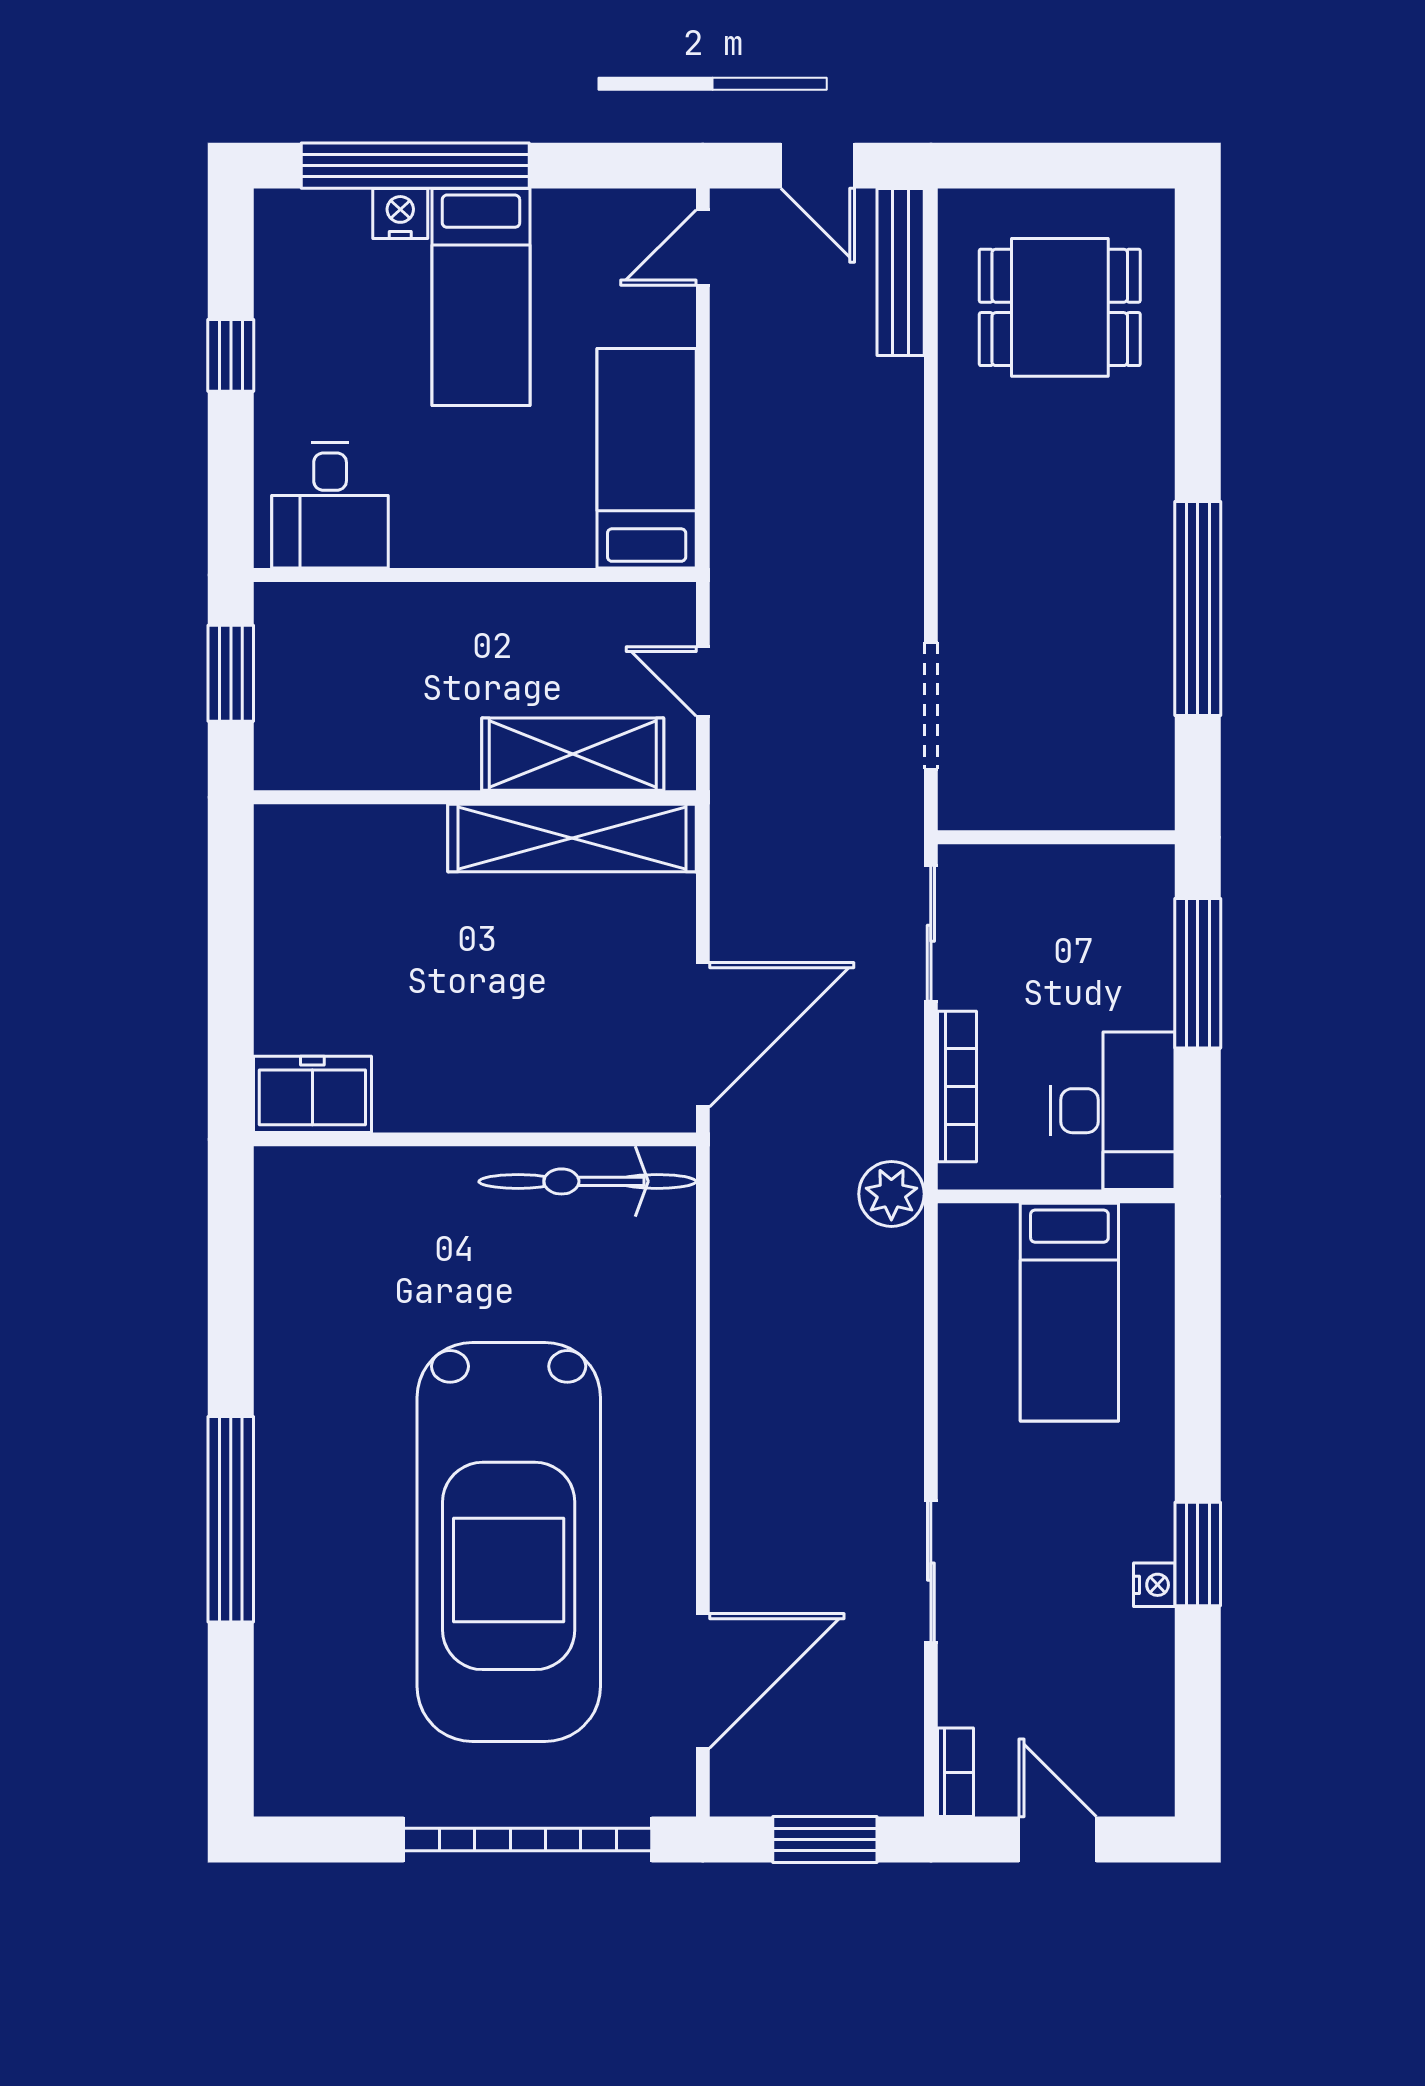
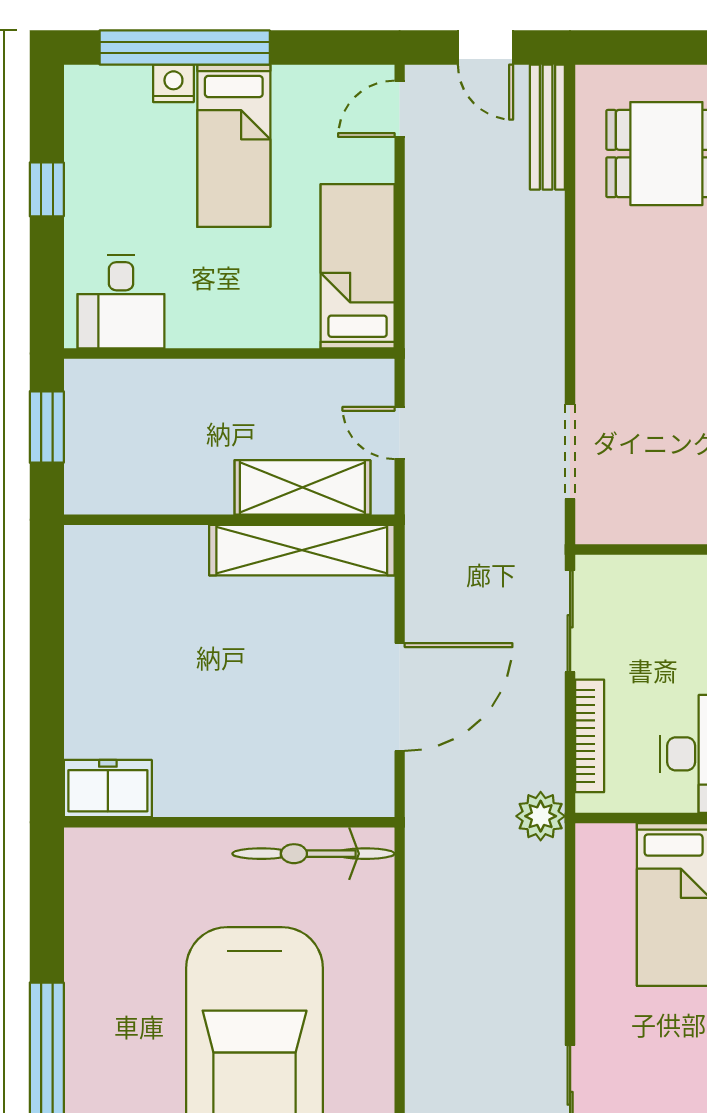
freezer: (312, 1094) -> (108, 788), moved
wall: (475, 1139) -> (229, 822), moved
bicycle: (587, 1181) -> (313, 854), moved

